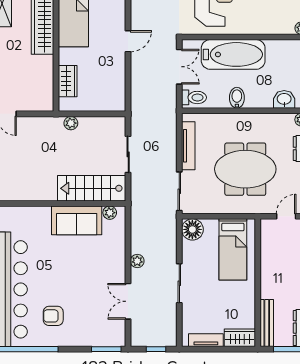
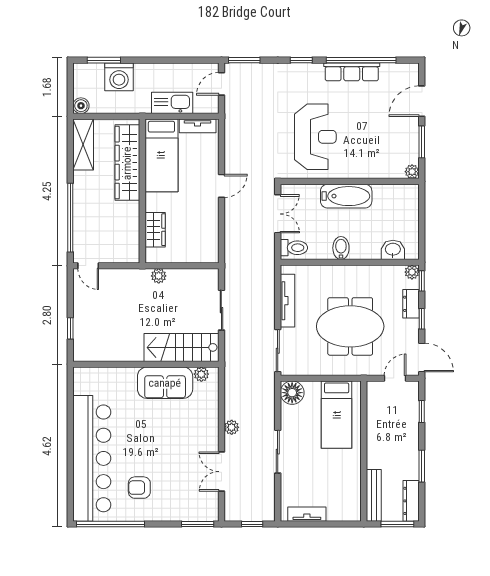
bathtub: (233, 54) -> (346, 196), width x0.73, depth x0.73
wardrobe: (240, 338) -> (344, 512), removed

